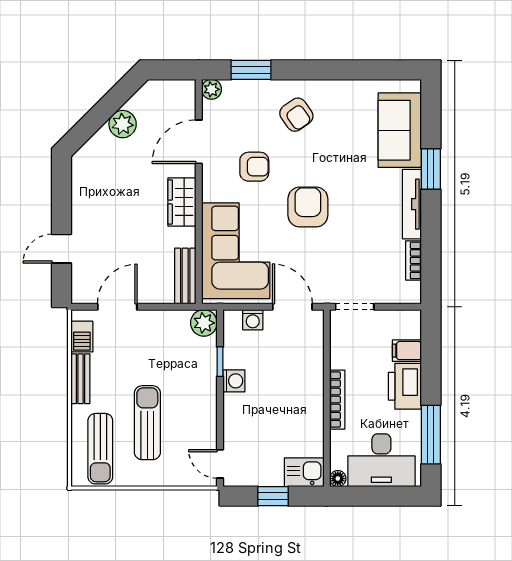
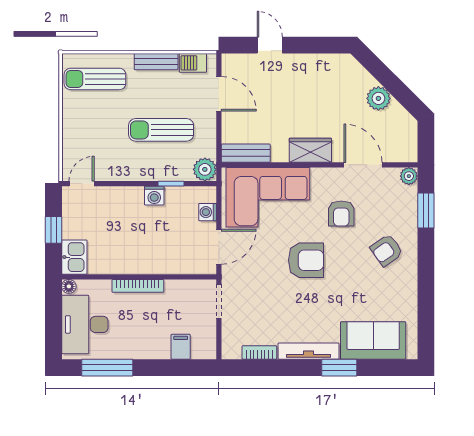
printer: (405, 386) -> (149, 345), removed
sun lounger: (147, 423) -> (161, 130), moved, turned 180

